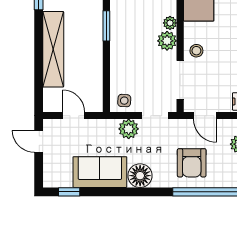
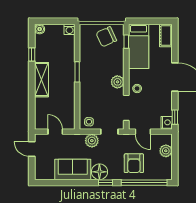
plant: (170, 23) -> (119, 70), removed
shelving: (53, 49) -> (42, 80), width x0.68
window: (69, 192) -> (105, 183), moved

